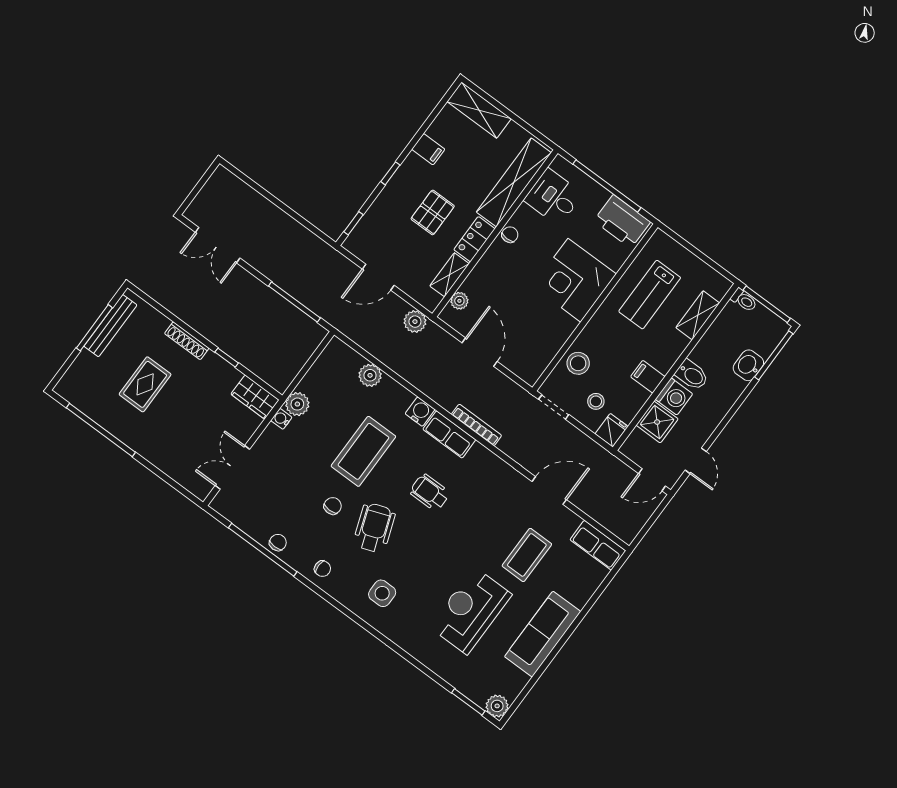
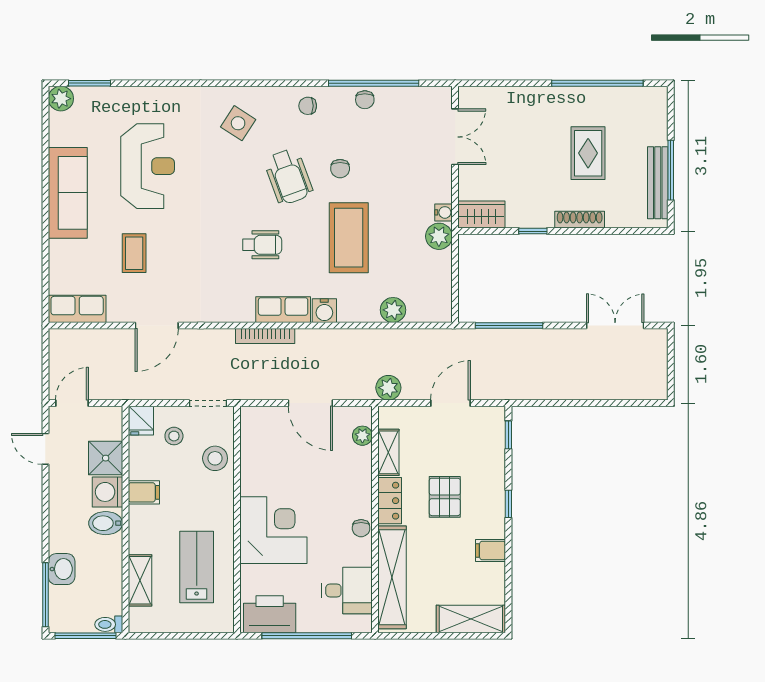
coffee table: (527, 555) -> (134, 253), width x0.73, depth x0.77
side table: (382, 593) -> (238, 123), turned 33

